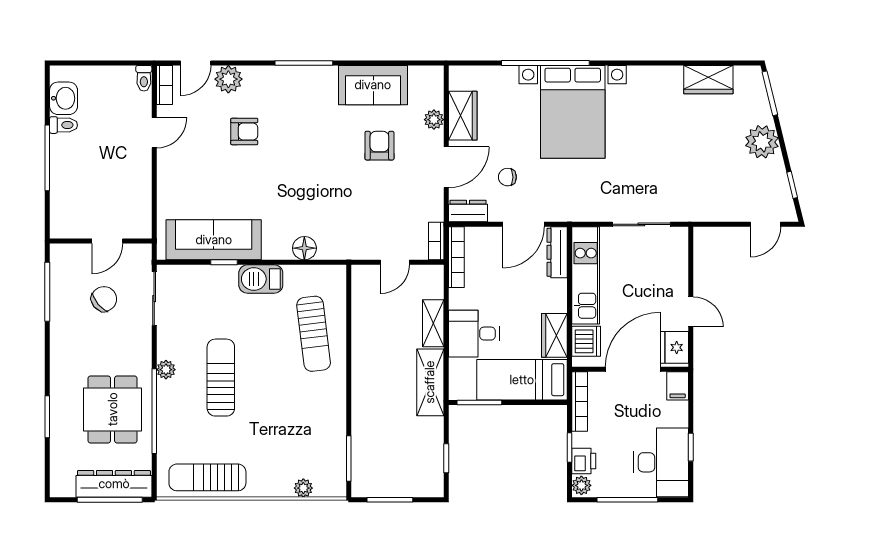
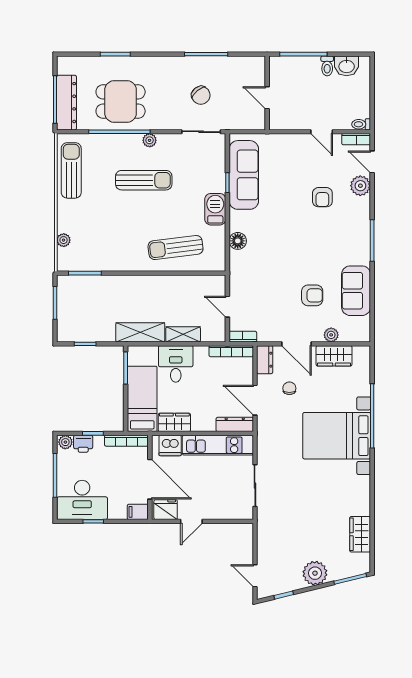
wall: (101, 241) -> (267, 93), moved
door: (107, 241) -> (267, 98), moved

